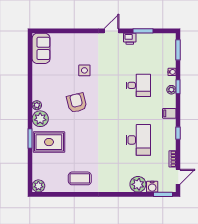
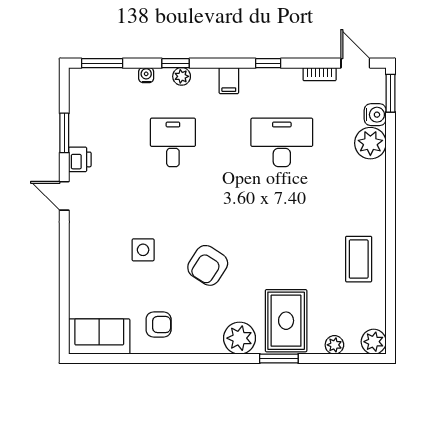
armchair: (47, 78) -> (159, 325), added
armchair: (77, 103) -> (208, 265), turned -43
plant: (37, 105) -> (334, 345), moved

